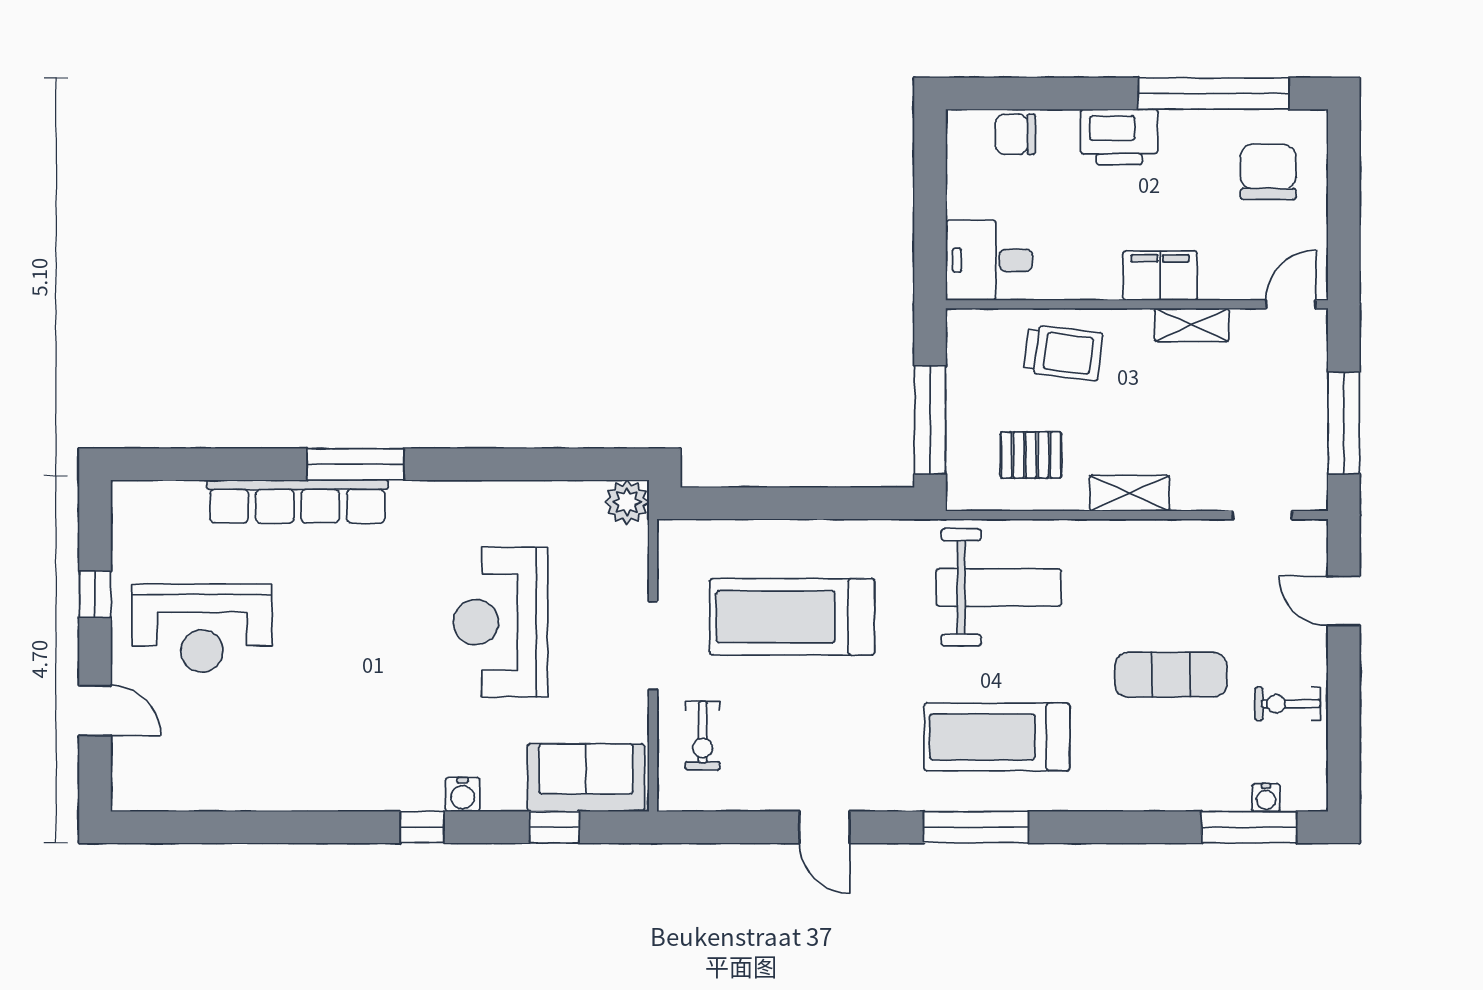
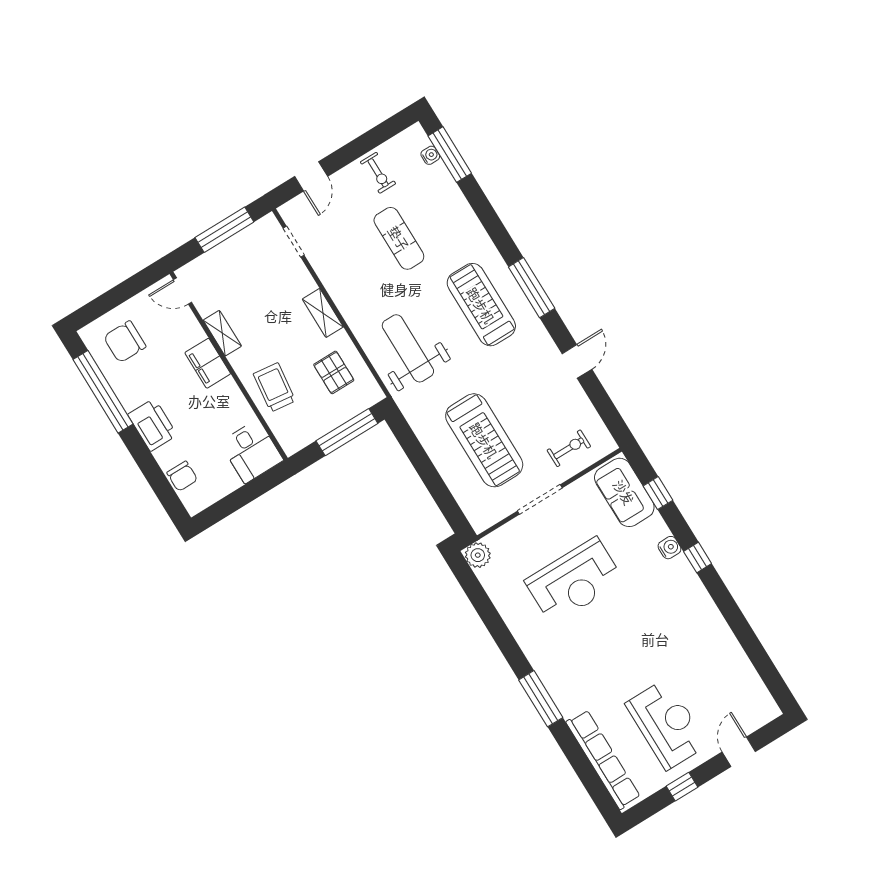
row of seats: (298, 501) -> (603, 760), moved
treadmill: (997, 737) -> (481, 305), turned 180

